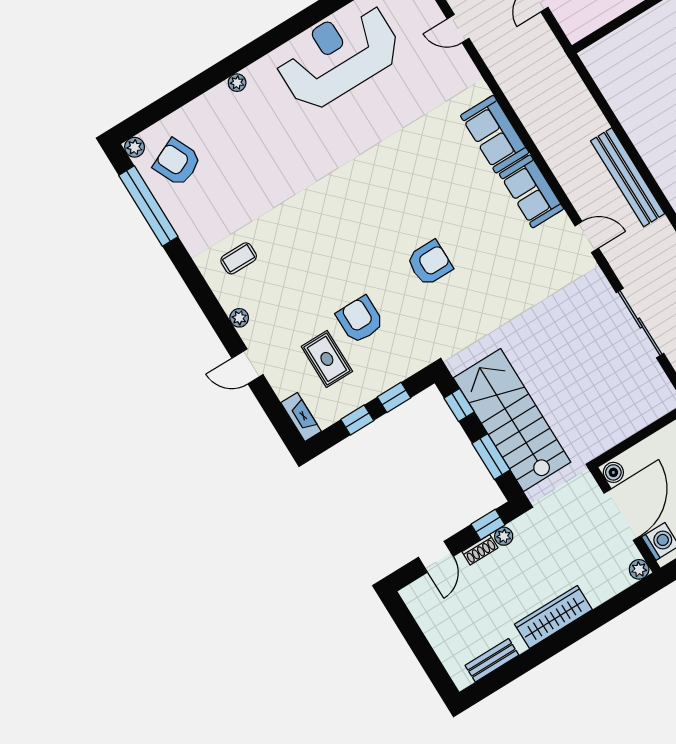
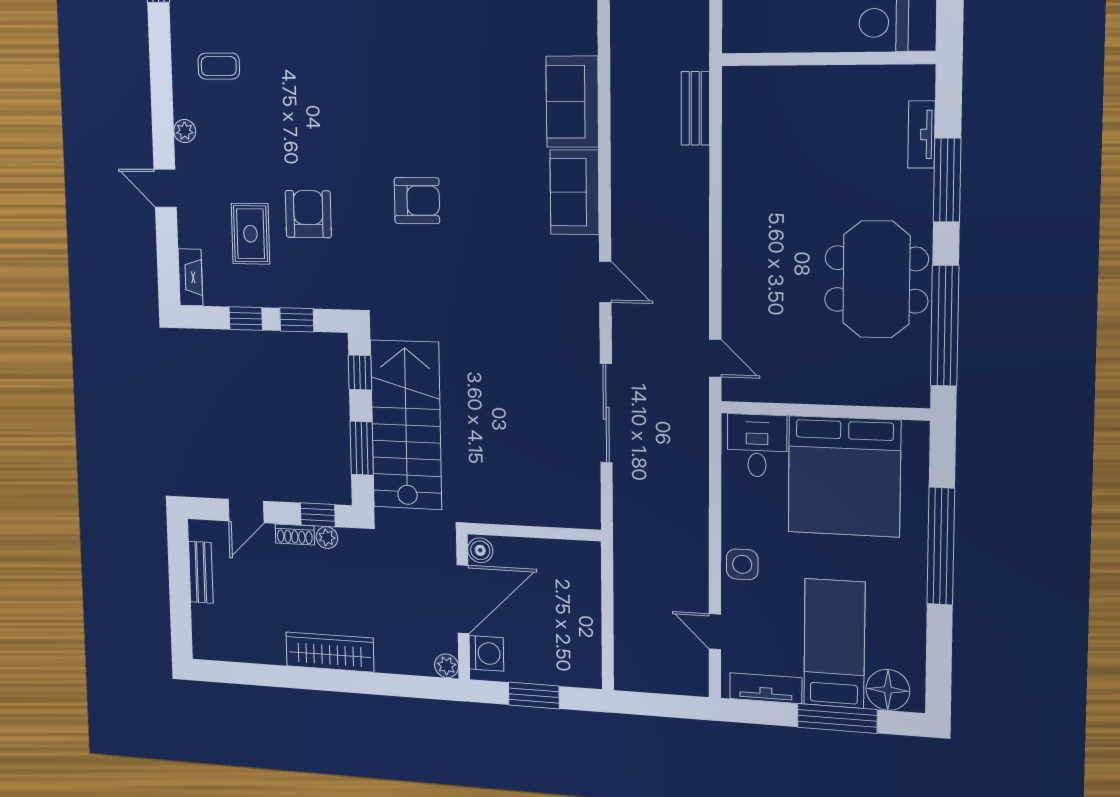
bench: (628, 177) -> (695, 108), moved, width x0.54, depth x0.82
bench: (492, 660) -> (201, 572), moved, turned 90

